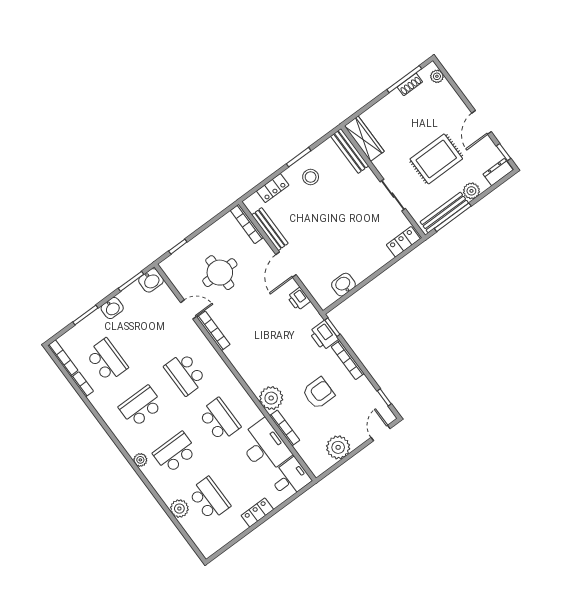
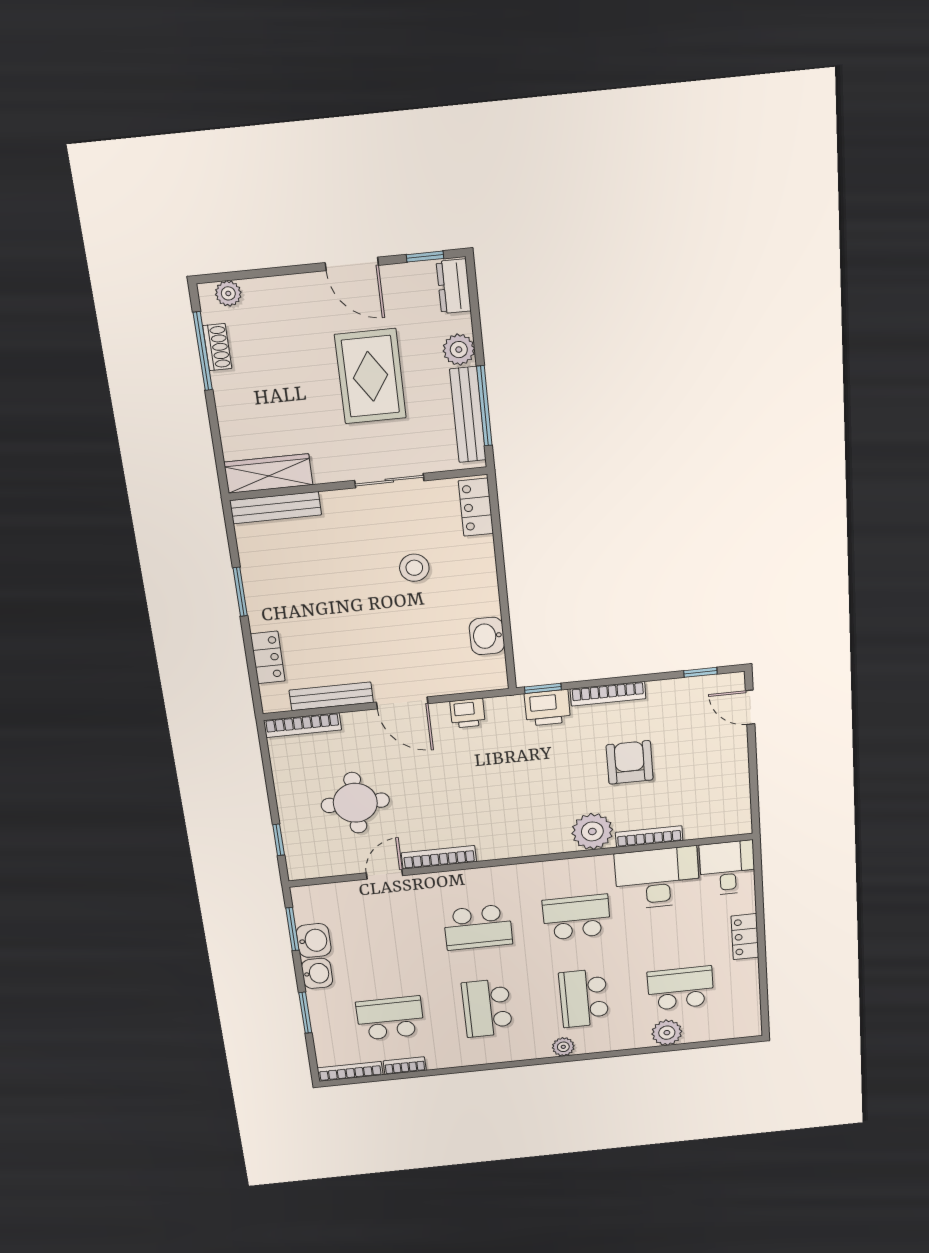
stool: (311, 177) -> (414, 568), moved
washbasin: (151, 280) -> (314, 941), moved
plant: (338, 447) -> (729, 779), removed

